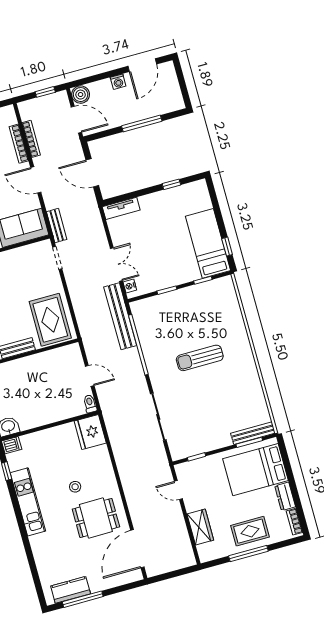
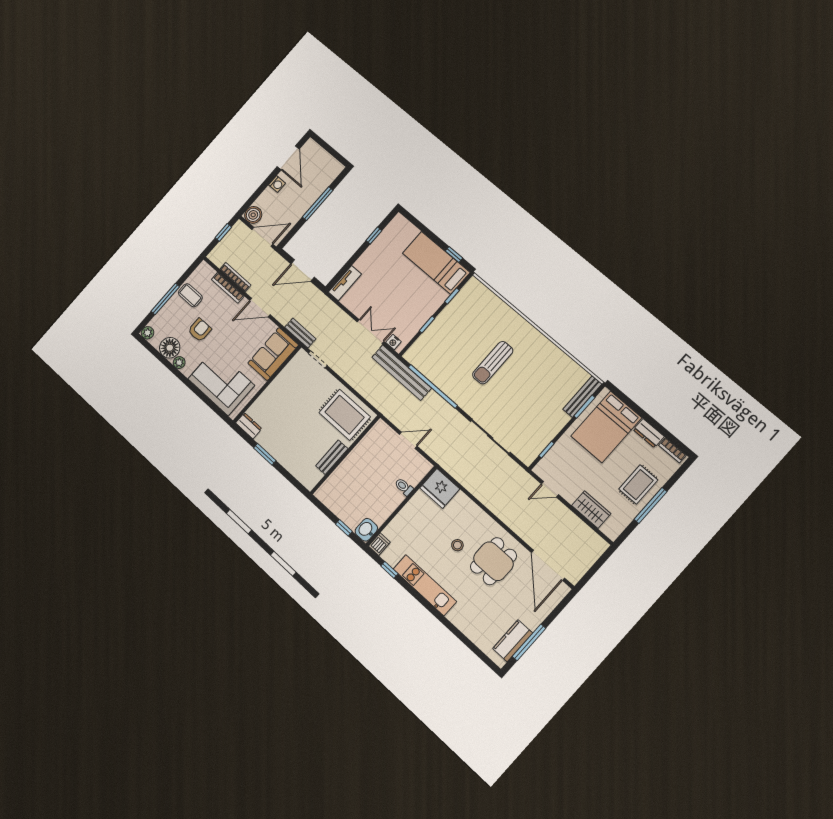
toilet: (90, 404) -> (404, 487), moved

